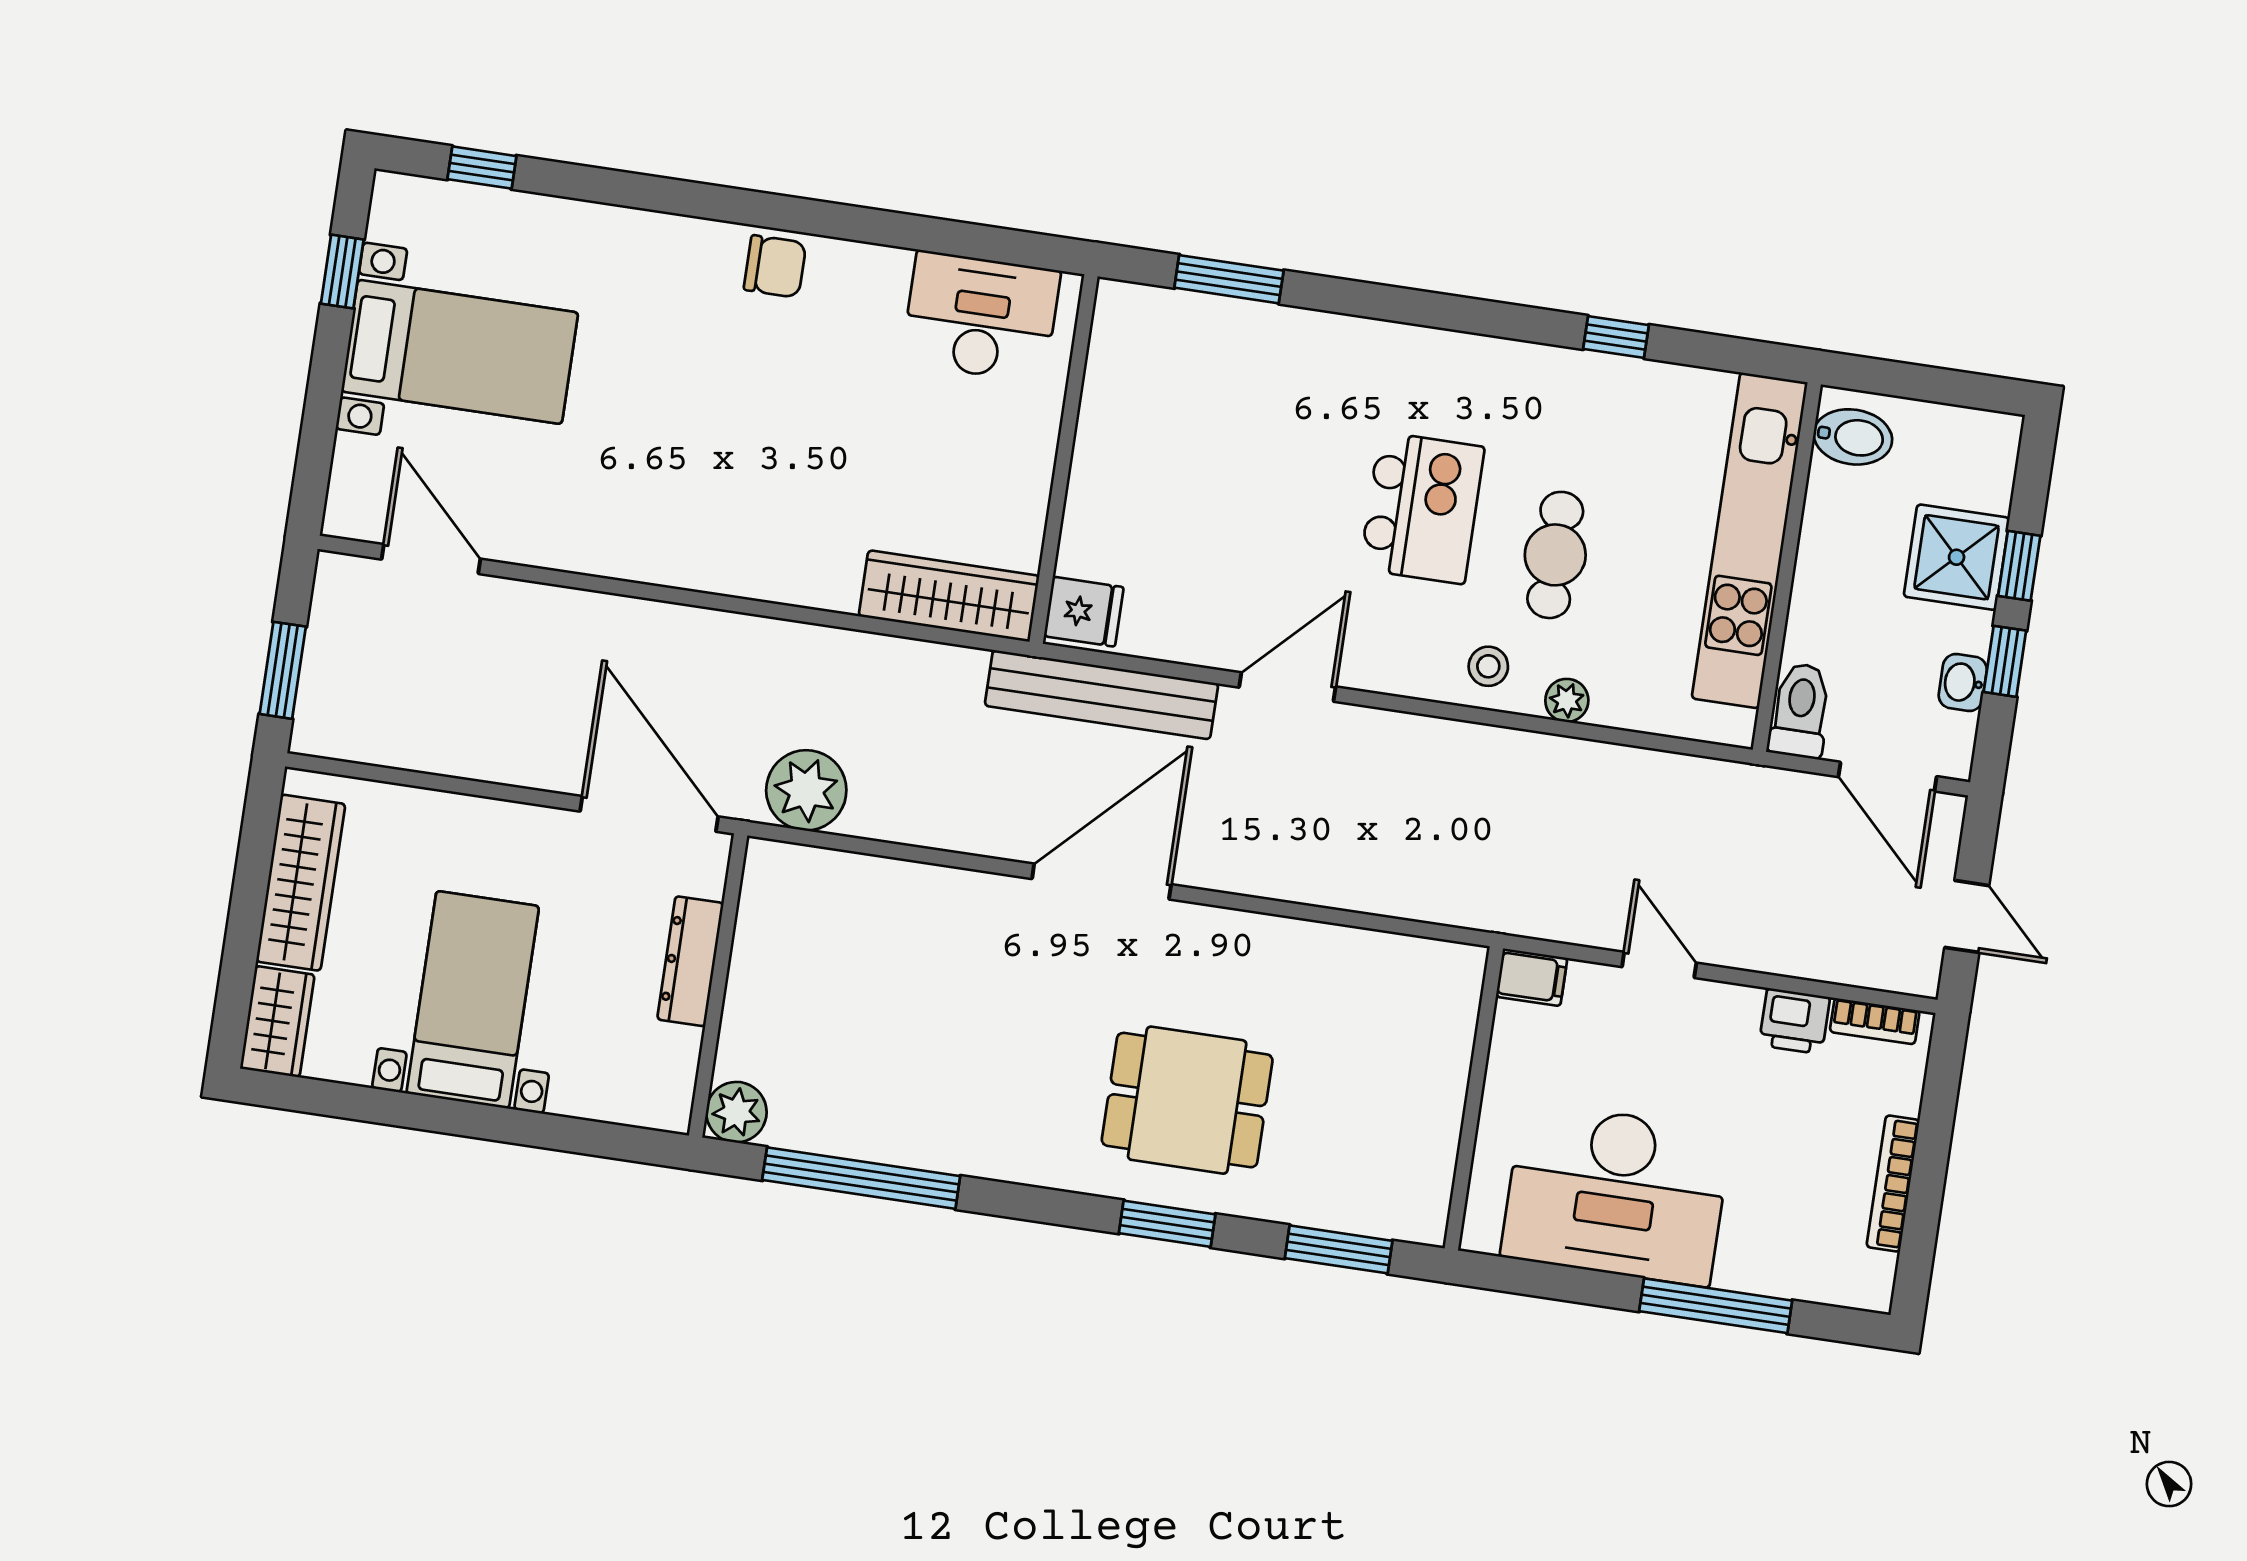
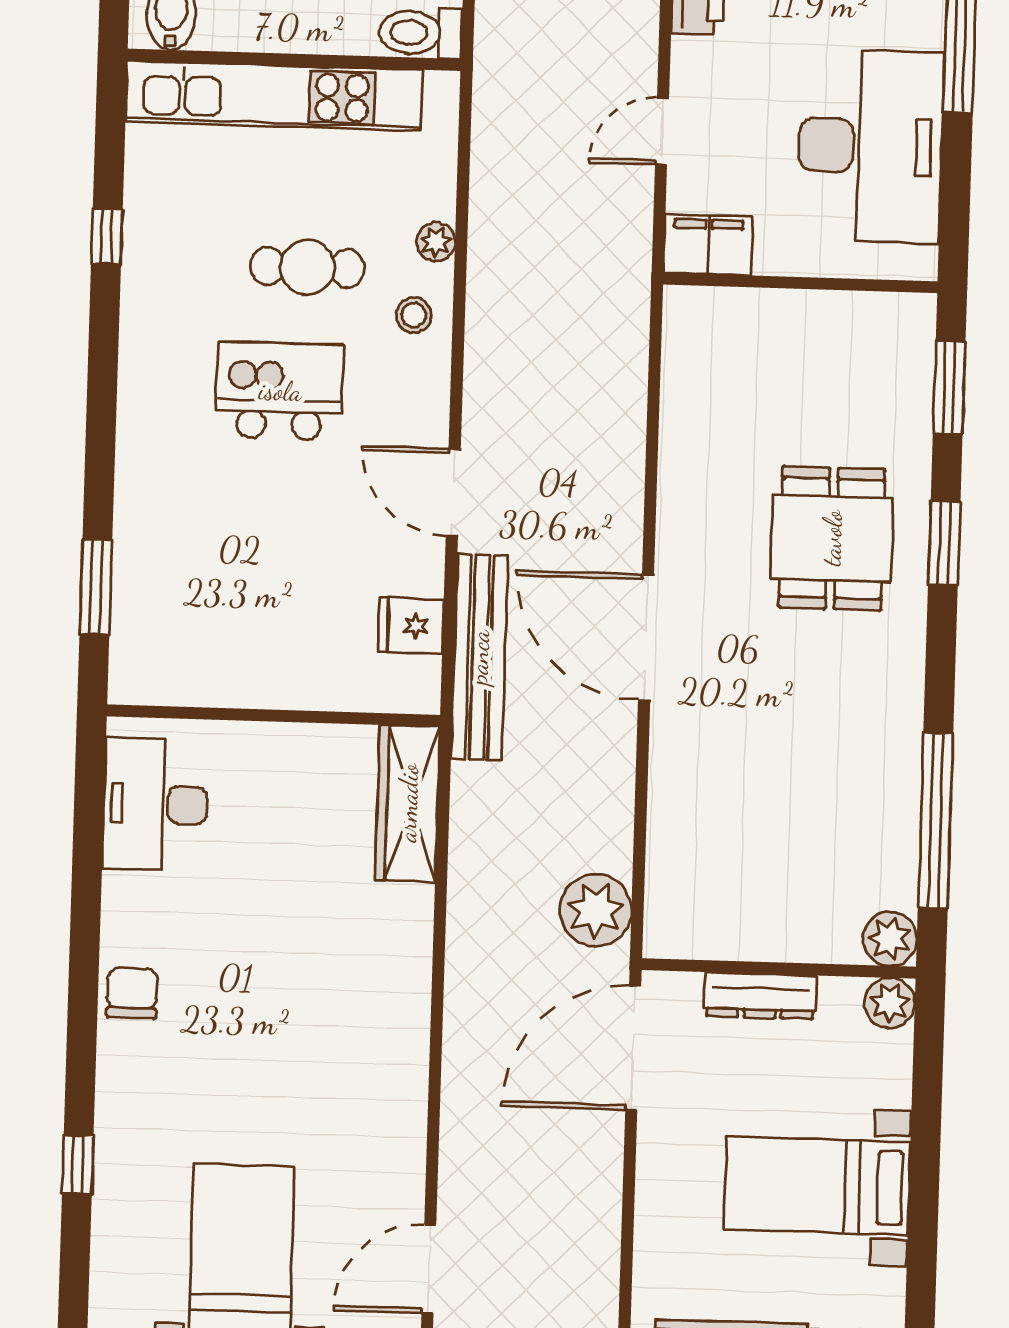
window: (482, 168) -> (78, 1165), moved
fridge: (1084, 612) -> (411, 626), moved, turned -90
filing cabinet: (1532, 977) -> (708, 245), width x2.00
plant: (665, 1104) -> (890, 1003), added

